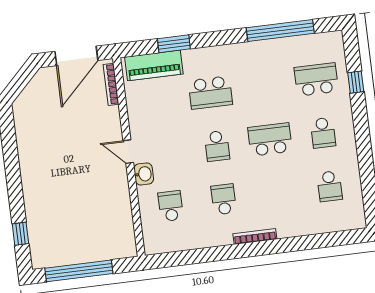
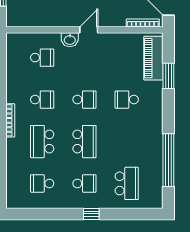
window: (356, 82) -> (91, 214), moved
school desk: (210, 93) -> (127, 100), width x0.54
school desk: (323, 133) -> (84, 183), turned 180
school desk: (217, 146) -> (84, 100), turned 180
school desk: (277, 193) -> (42, 142), added

